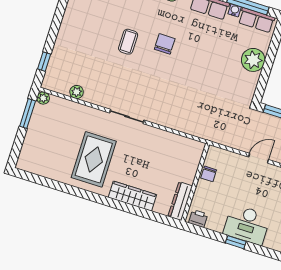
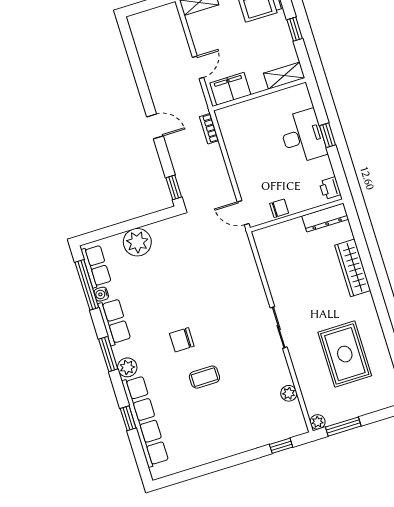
door: (259, 158) -> (243, 213), moved
rug: (94, 159) -> (345, 354), moved, turned 90

